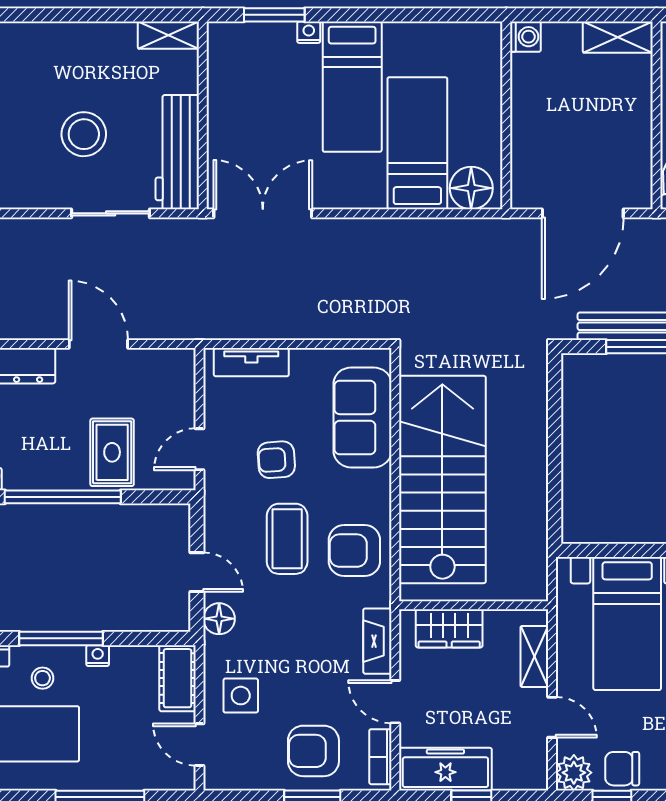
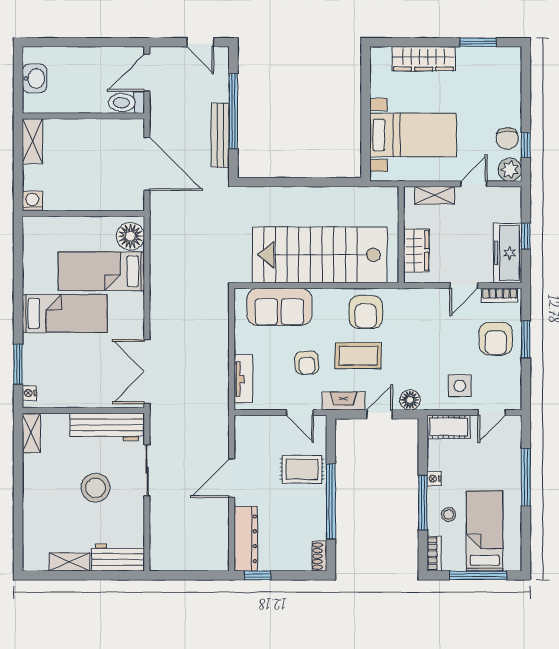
nightstand: (309, 32) -> (29, 393), moved
fireplace: (377, 641) -> (344, 401), moved, turned 180

